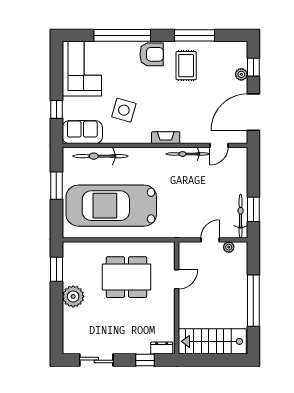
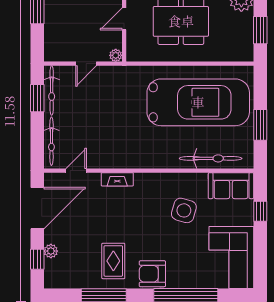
fireplace: (166, 138) -> (117, 179), moved
bicycle: (188, 154) -> (51, 141), moved, turned 90
plant: (229, 247) -> (116, 55), moved

